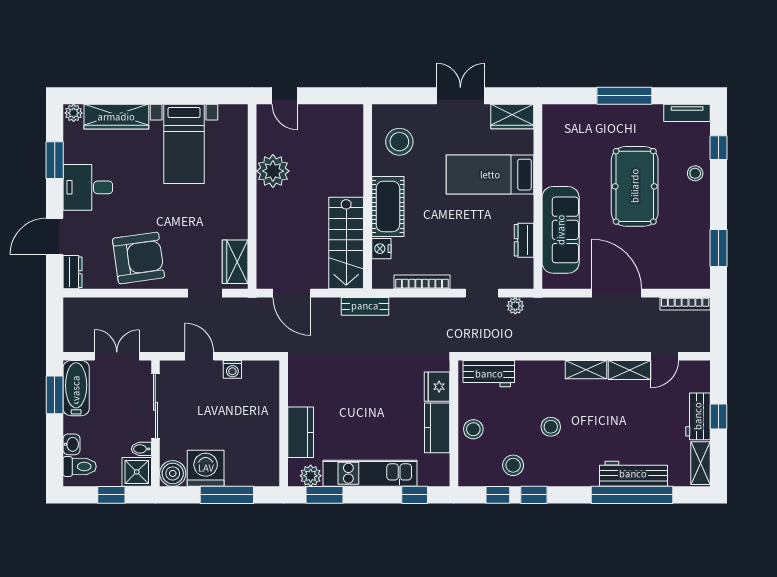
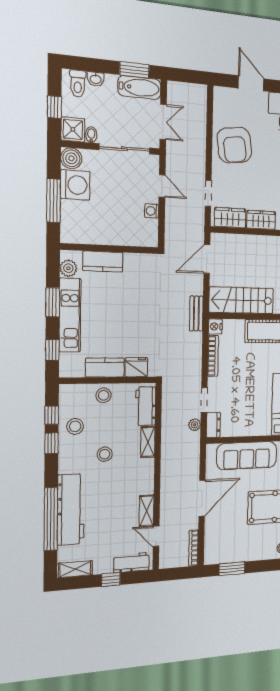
wardrobe: (236, 217) -> (261, 220), added
dresser: (524, 240) -> (213, 425), moved, turned 90
nightstand: (381, 249) -> (215, 326), moved, turned -90
dresser: (72, 272) -> (225, 94), removed
door: (199, 356) -> (162, 186), hinge flipped
shelving: (586, 370) -> (148, 442), moved
workbench: (698, 416) -> (131, 563), moved
workbench: (633, 474) -> (71, 509), width x1.36, depth x1.32
window: (324, 495) -> (53, 302), moved

